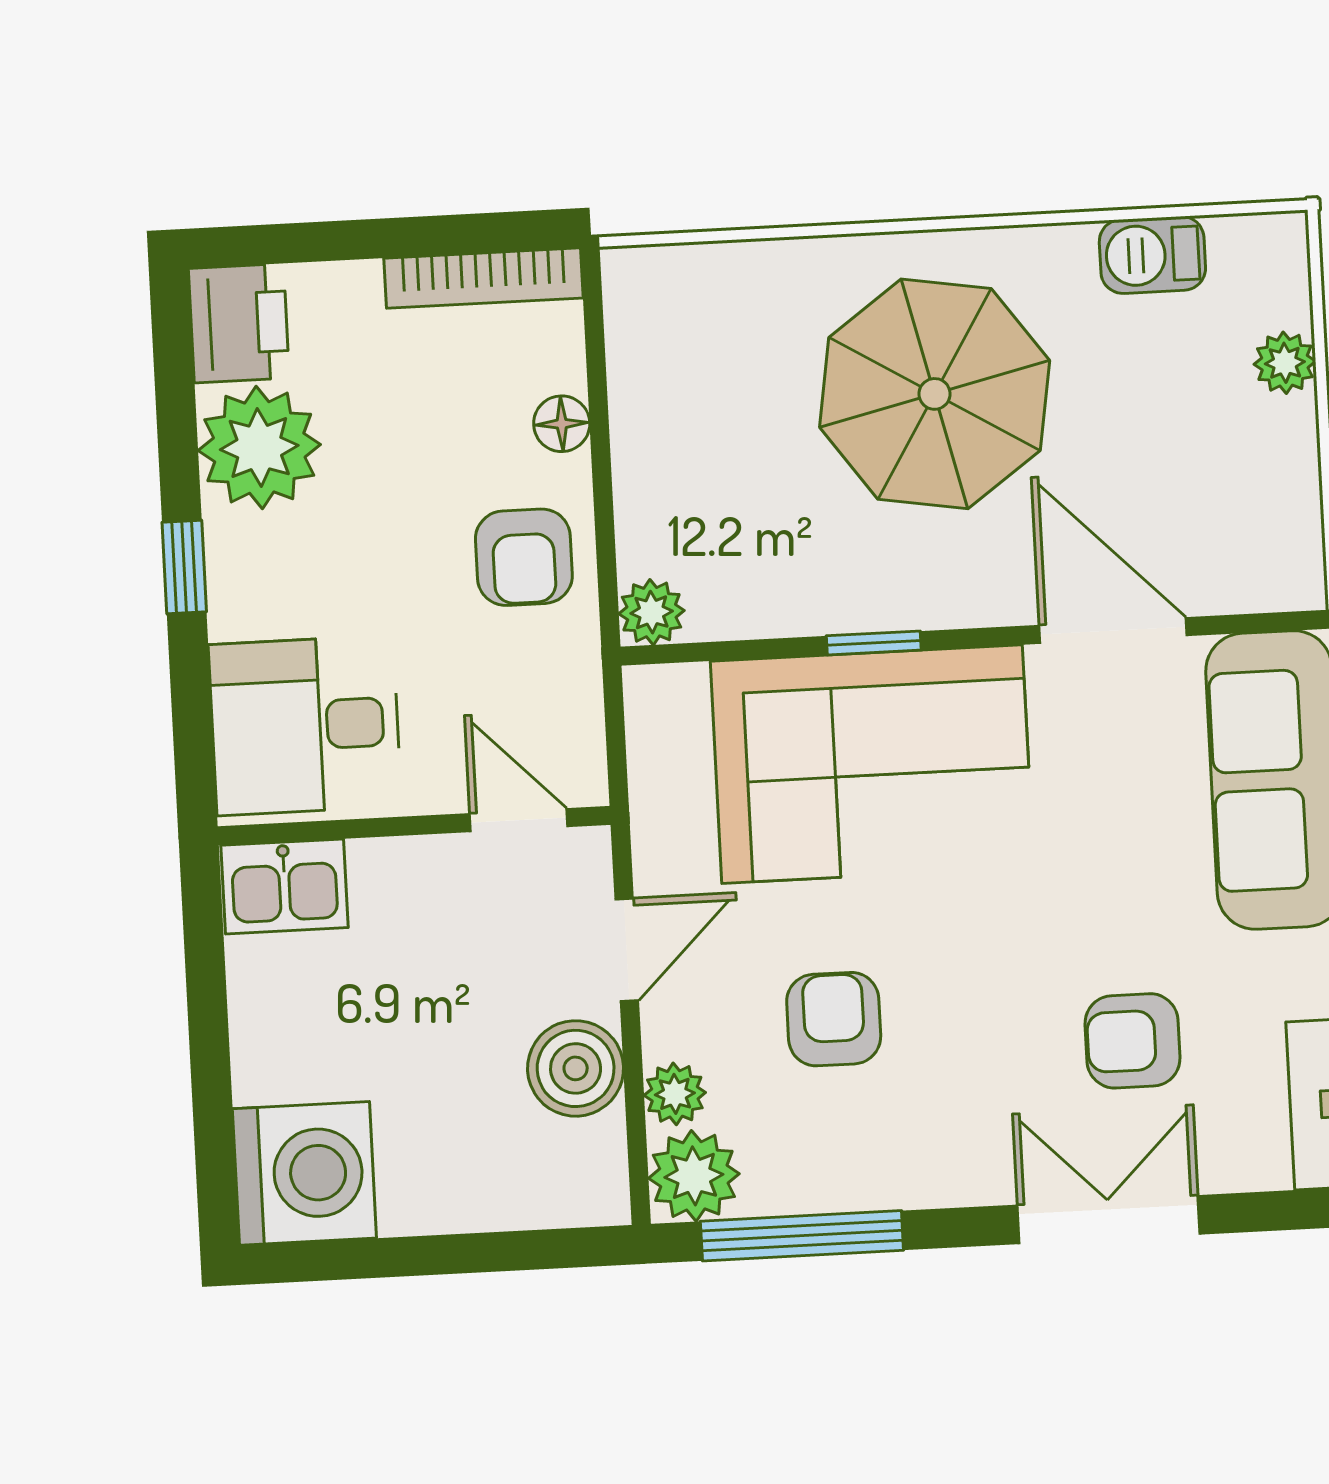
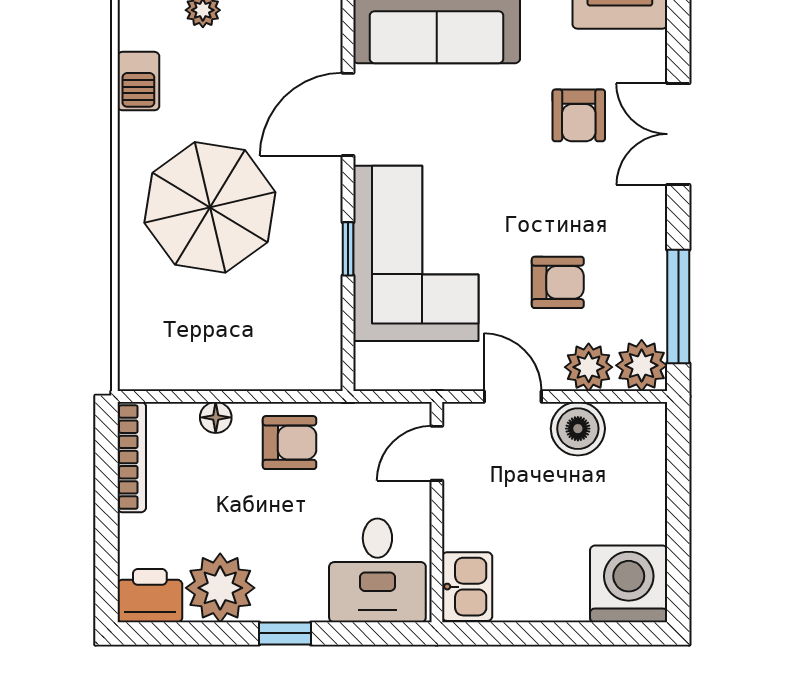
plant: (652, 612) -> (324, 373), removed
armchair: (834, 1019) -> (558, 282), turned 180
plant: (675, 1094) -> (589, 367), width x1.38, depth x1.38

